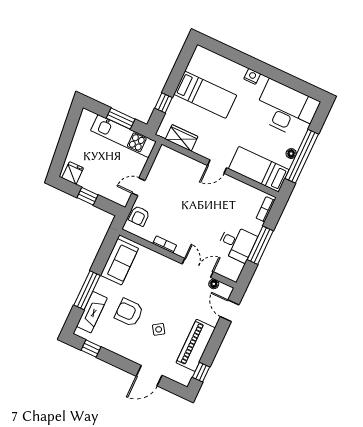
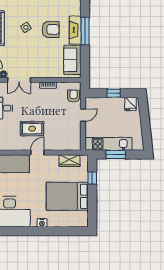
bed: (205, 95) -> (67, 196), width x1.50
rug: (210, 200) -> (32, 129), added
fireplace: (92, 312) -> (75, 30), moved

